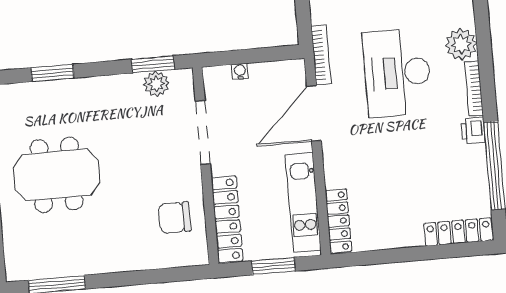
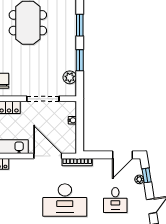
window: (153, 64) -> (80, 60), moved
desk: (397, 73) -> (65, 200), turned 180

